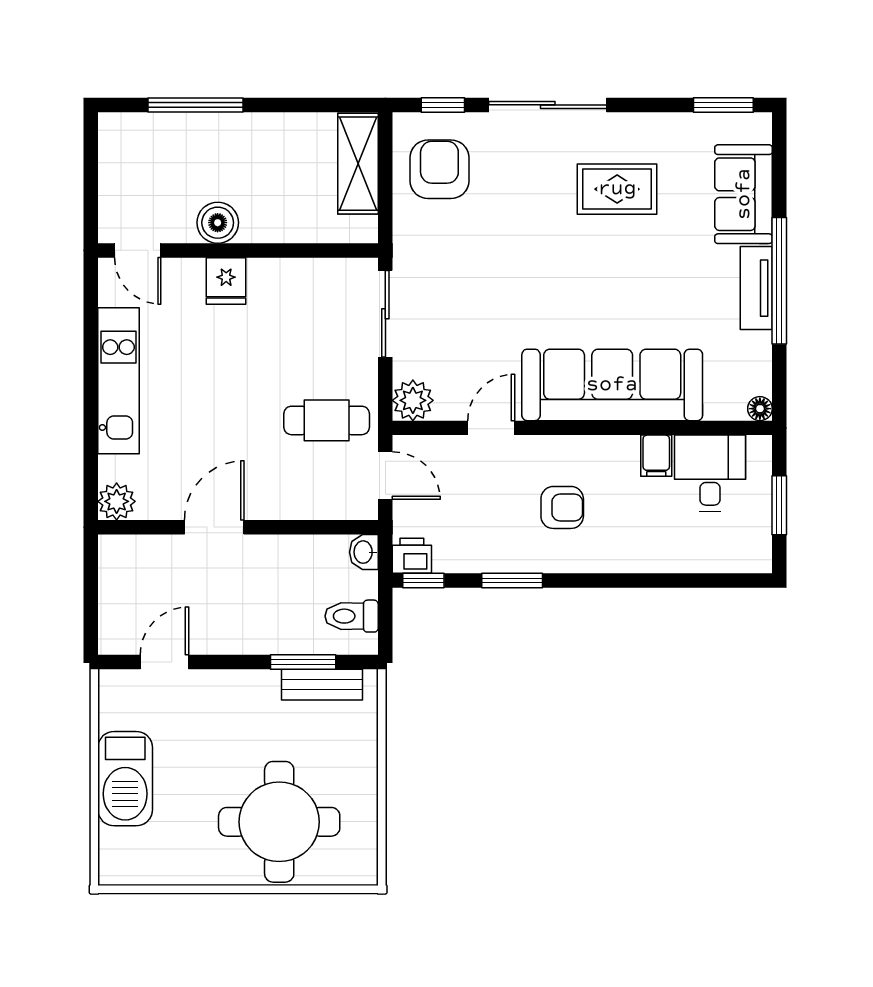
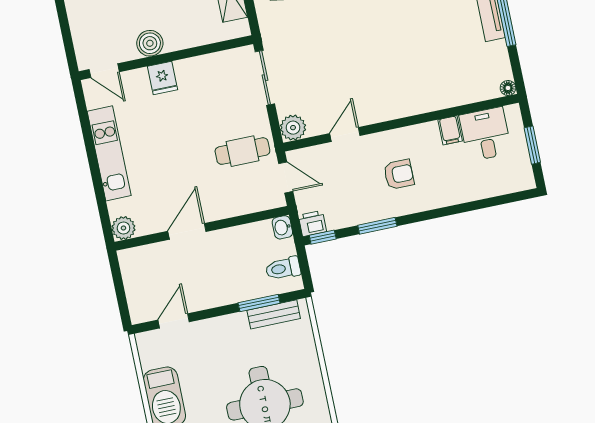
sofa: (612, 385) -> (414, 92), removed

